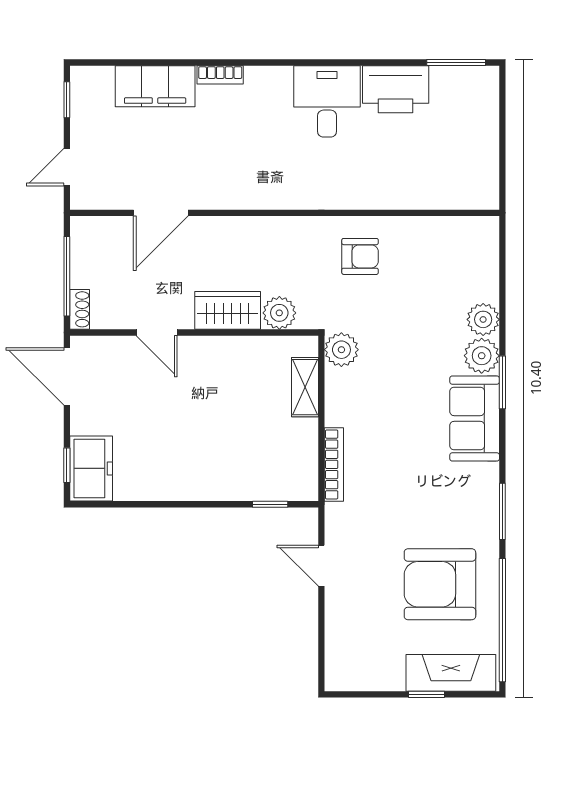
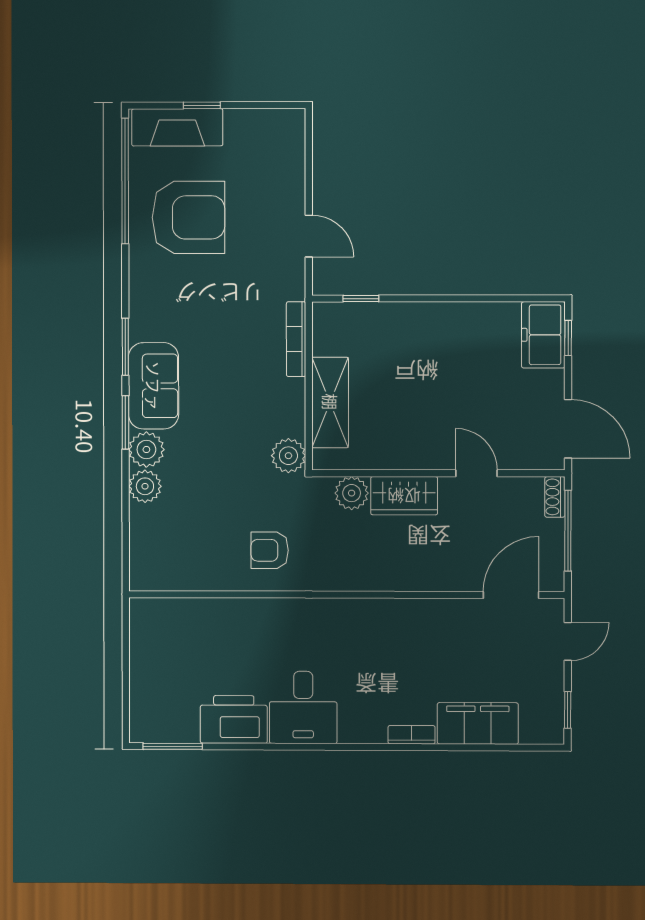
door: (161, 213) -> (511, 595), moved
shelving: (305, 387) -> (330, 402), width x1.50, depth x1.33
window: (502, 511) -> (125, 347), moved

